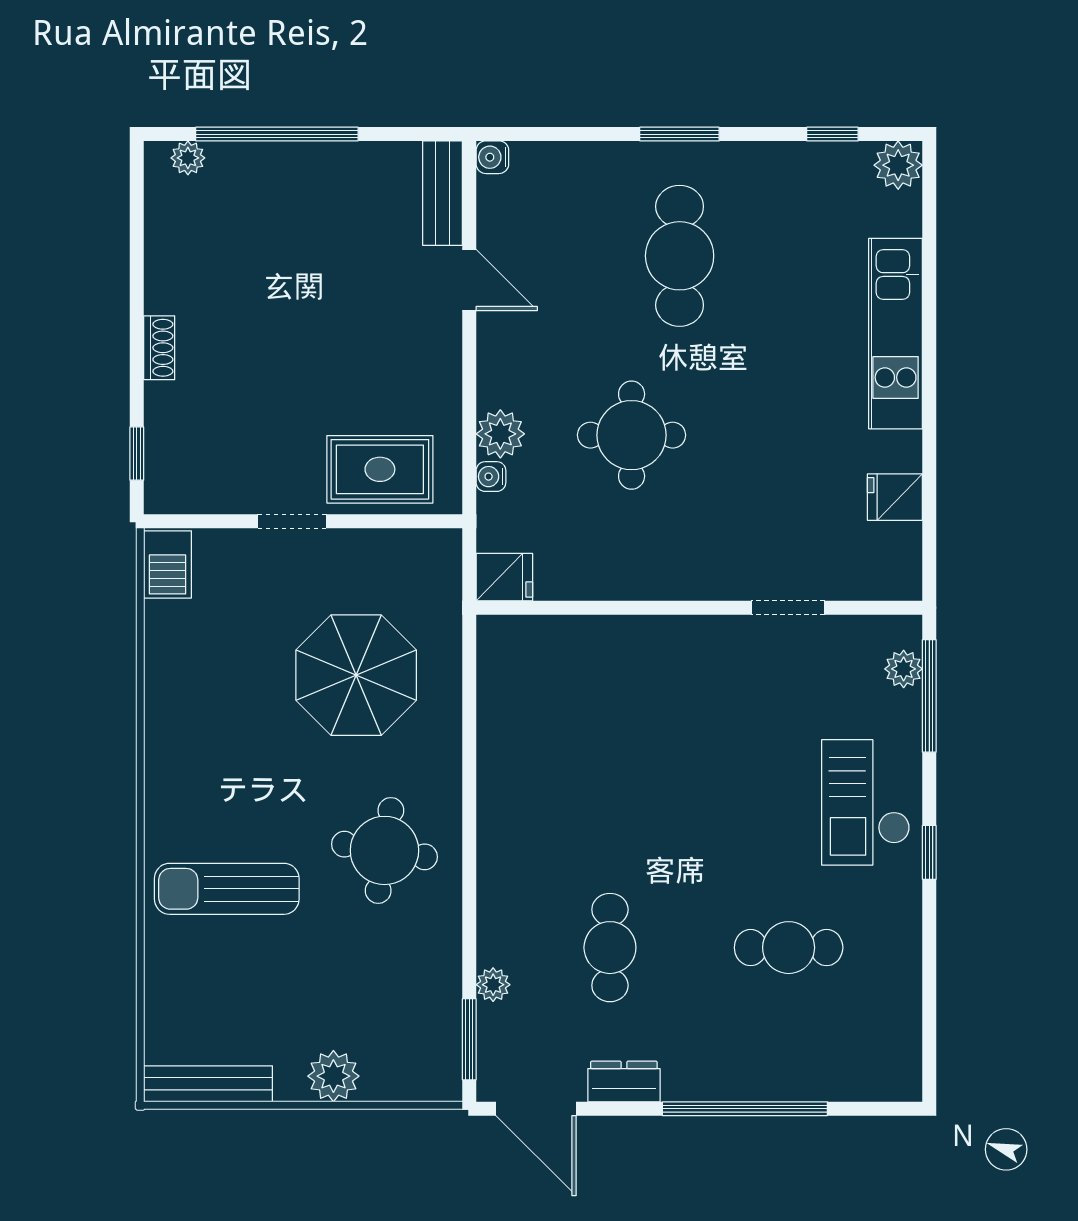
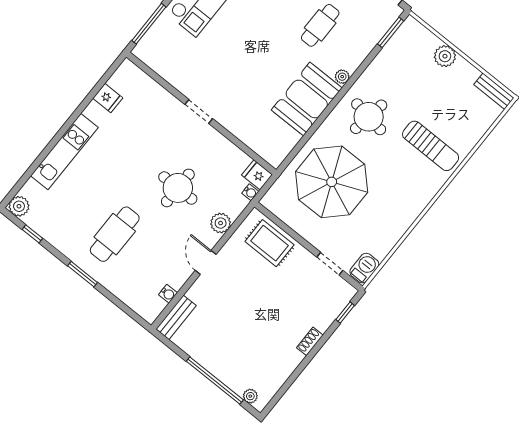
water cooler: (492, 157) -> (168, 294), moved
door: (469, 280) -> (206, 262), moved
water cooler: (491, 477) -> (250, 192), moved
doorway: (292, 521) -> (330, 264), moved
doorway: (788, 608) -> (199, 112), moved
plant: (904, 669) -> (150, 39), removed
parasol: (356, 675) -> (332, 182), width x1.36, depth x1.36
booth: (525, 791) -> (307, 99), added
plant: (493, 985) -> (342, 77), moved
bench: (208, 1084) -> (494, 91), width x0.73

